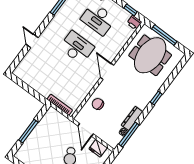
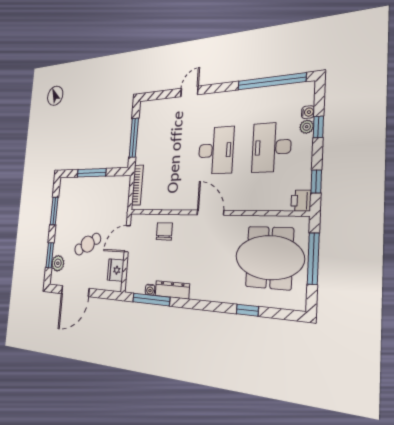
door: (107, 71) -> (210, 213), hinge flipped
window: (30, 90) -> (134, 138), added
window: (156, 98) -> (247, 310), moved

